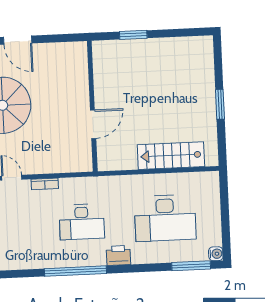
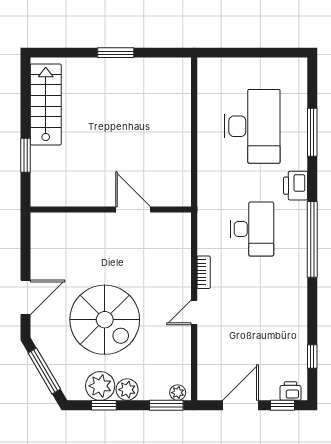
stairs: (171, 156) -> (46, 104), moved, turned 180
water cooler: (216, 254) -> (299, 66), removed
window: (191, 266) -> (312, 132), moved

